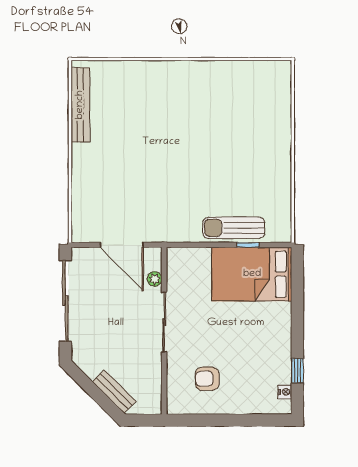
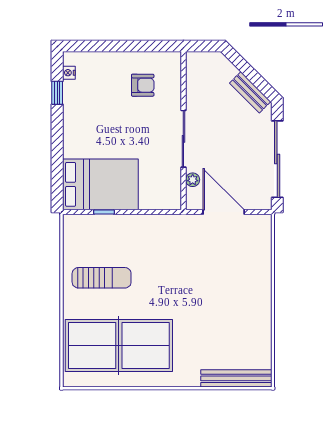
table tennis table: (232, 104) -> (119, 345), added
bench: (80, 105) -> (236, 378), moved, turned 90
sun lounger: (234, 228) -> (102, 278), moved
bench: (114, 392) -> (250, 92), moved

